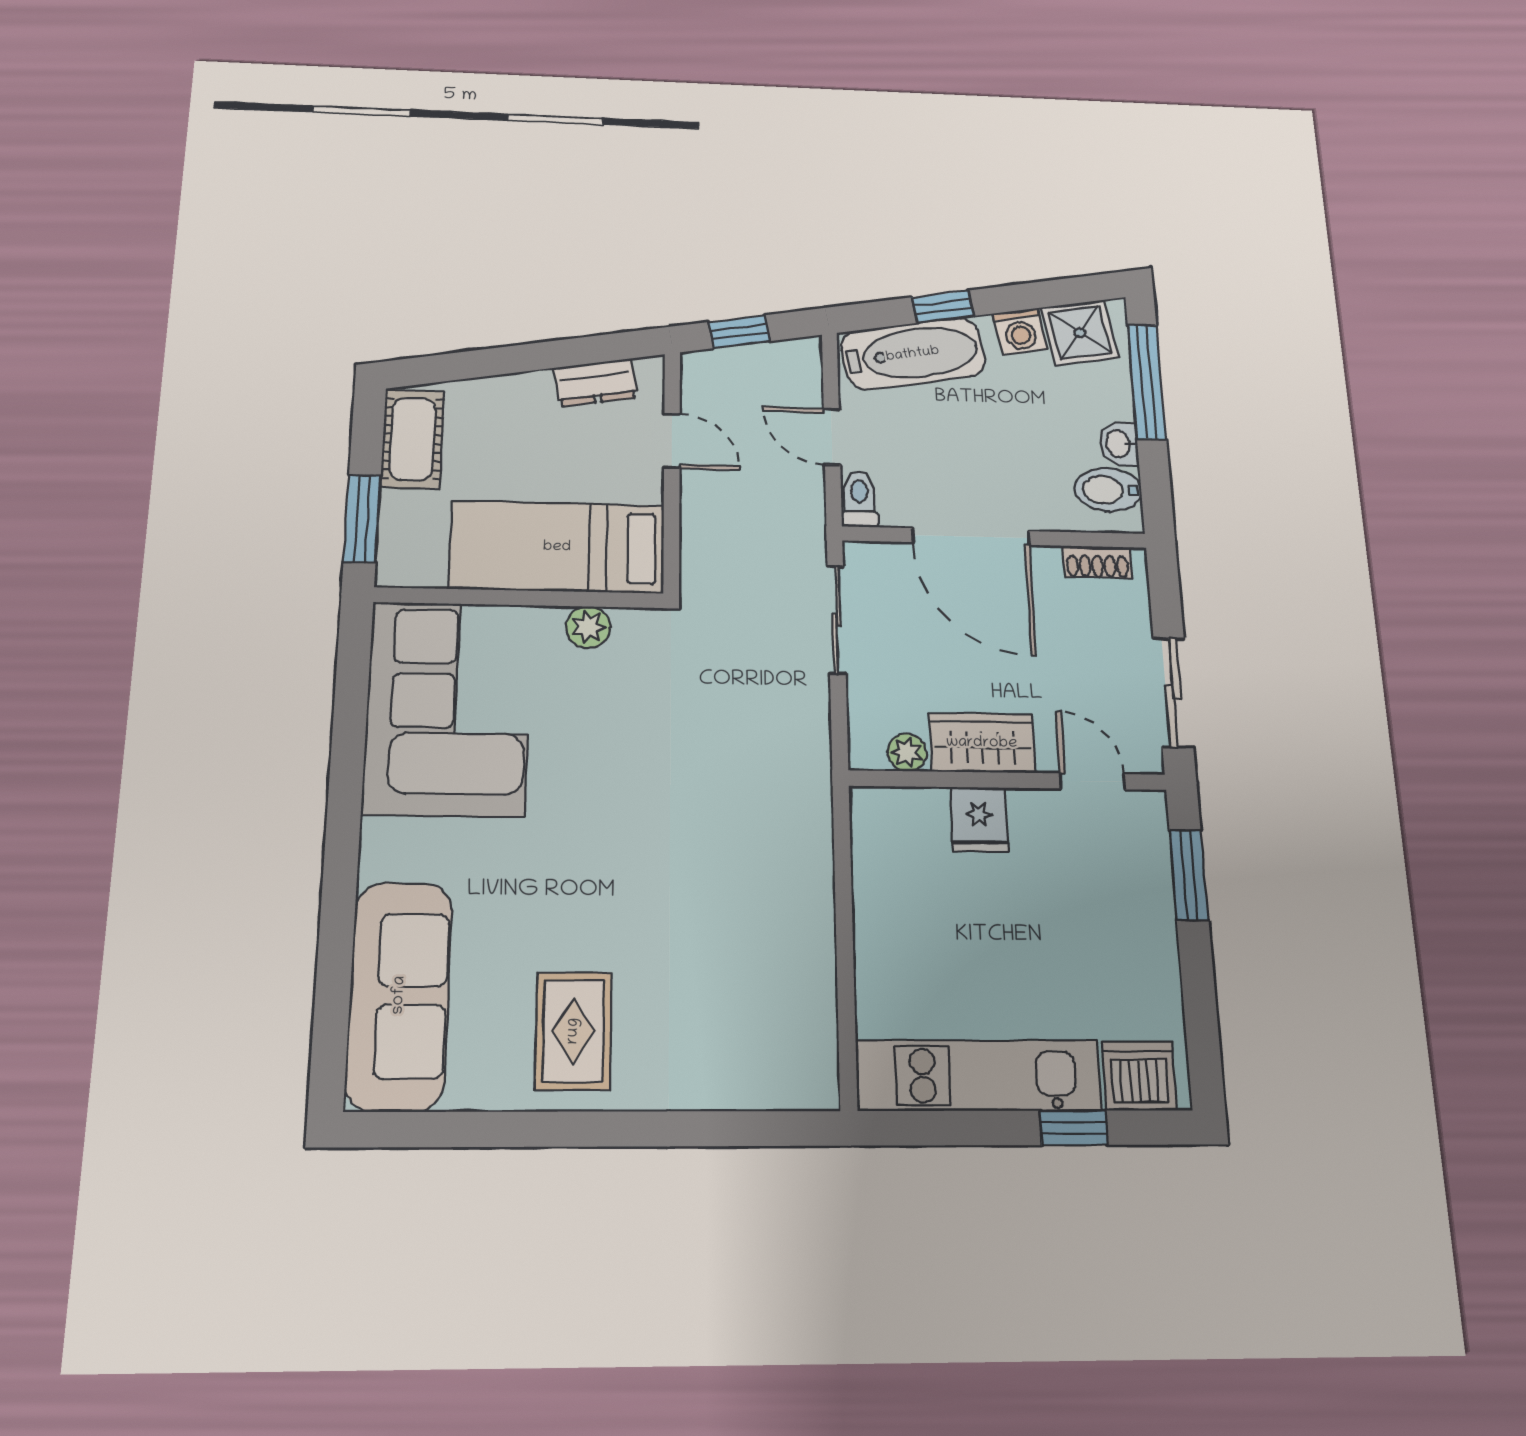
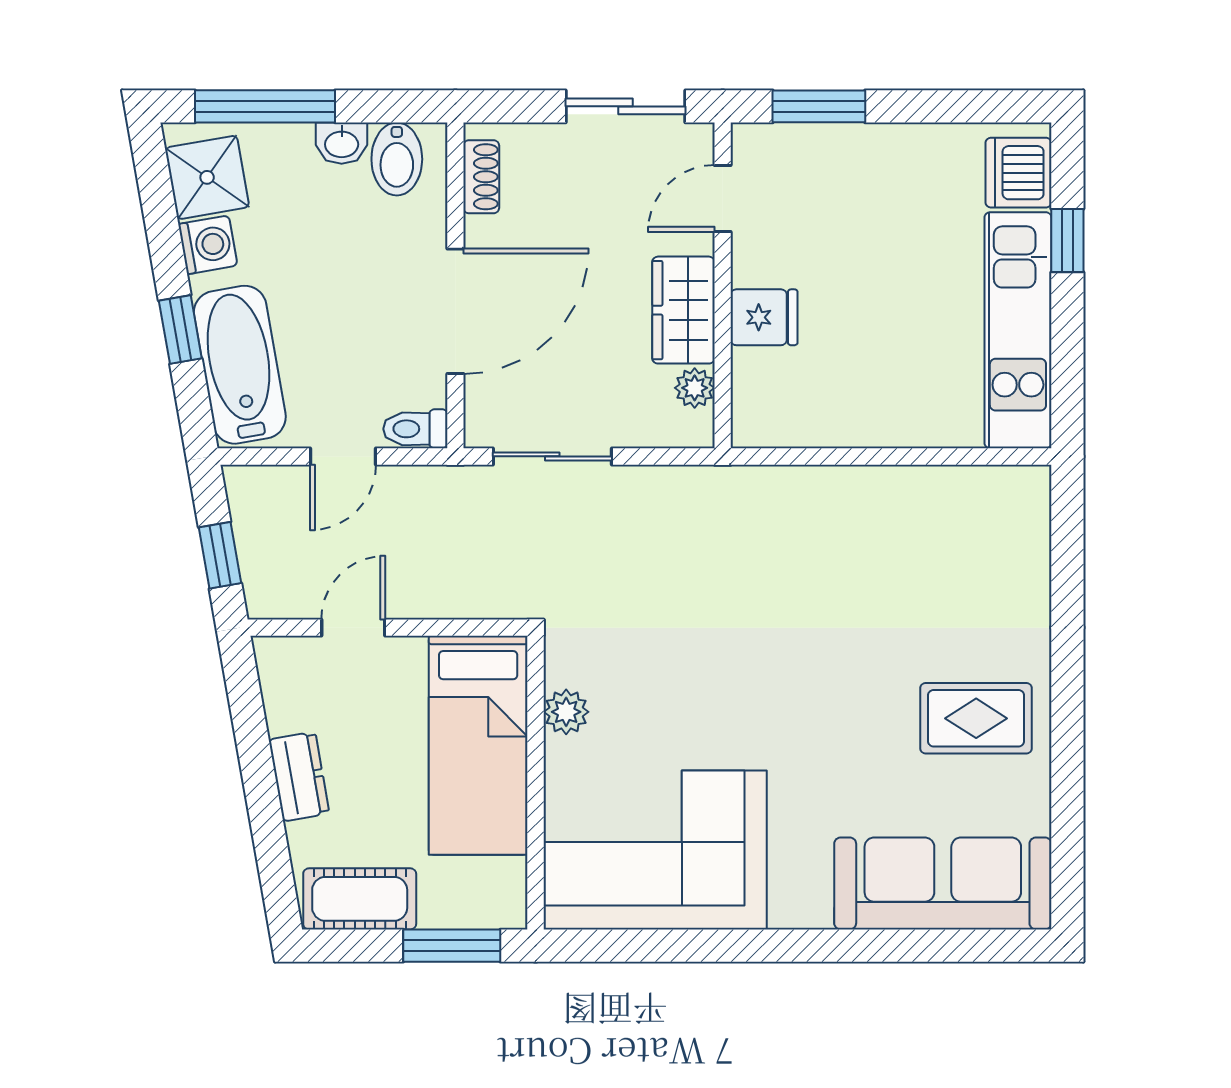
dresser: (595, 383) -> (299, 776), moved

